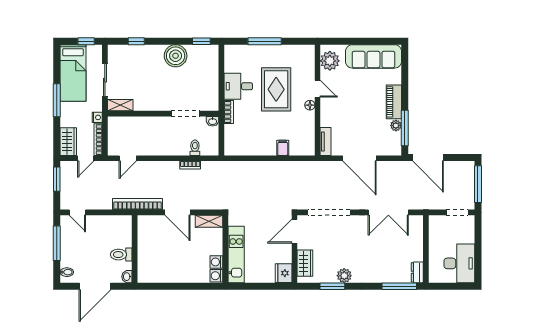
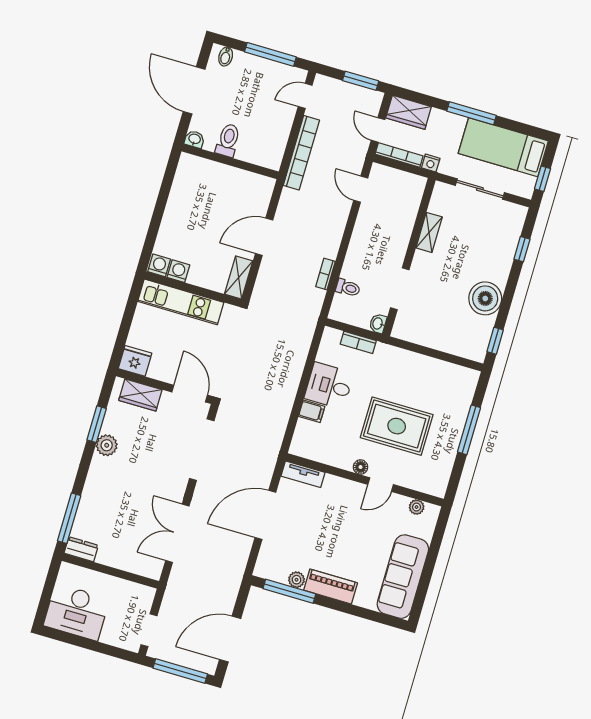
plant: (330, 61) -> (417, 507), width x0.53, depth x0.53
desk: (238, 86) -> (329, 386), moved, turned -90
shelving: (120, 105) -> (429, 232), moved
bookcase: (229, 112) -> (358, 342), moved
door: (428, 158) -> (230, 639), moved
bookcase: (138, 204) -> (301, 153), moved

